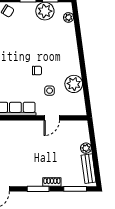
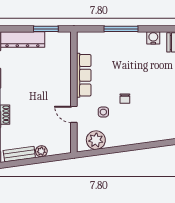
plant: (74, 84) -> (96, 140), moved

